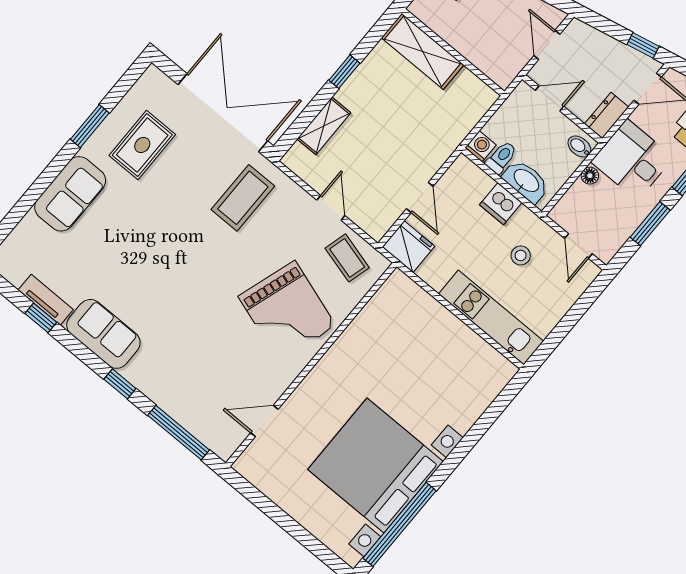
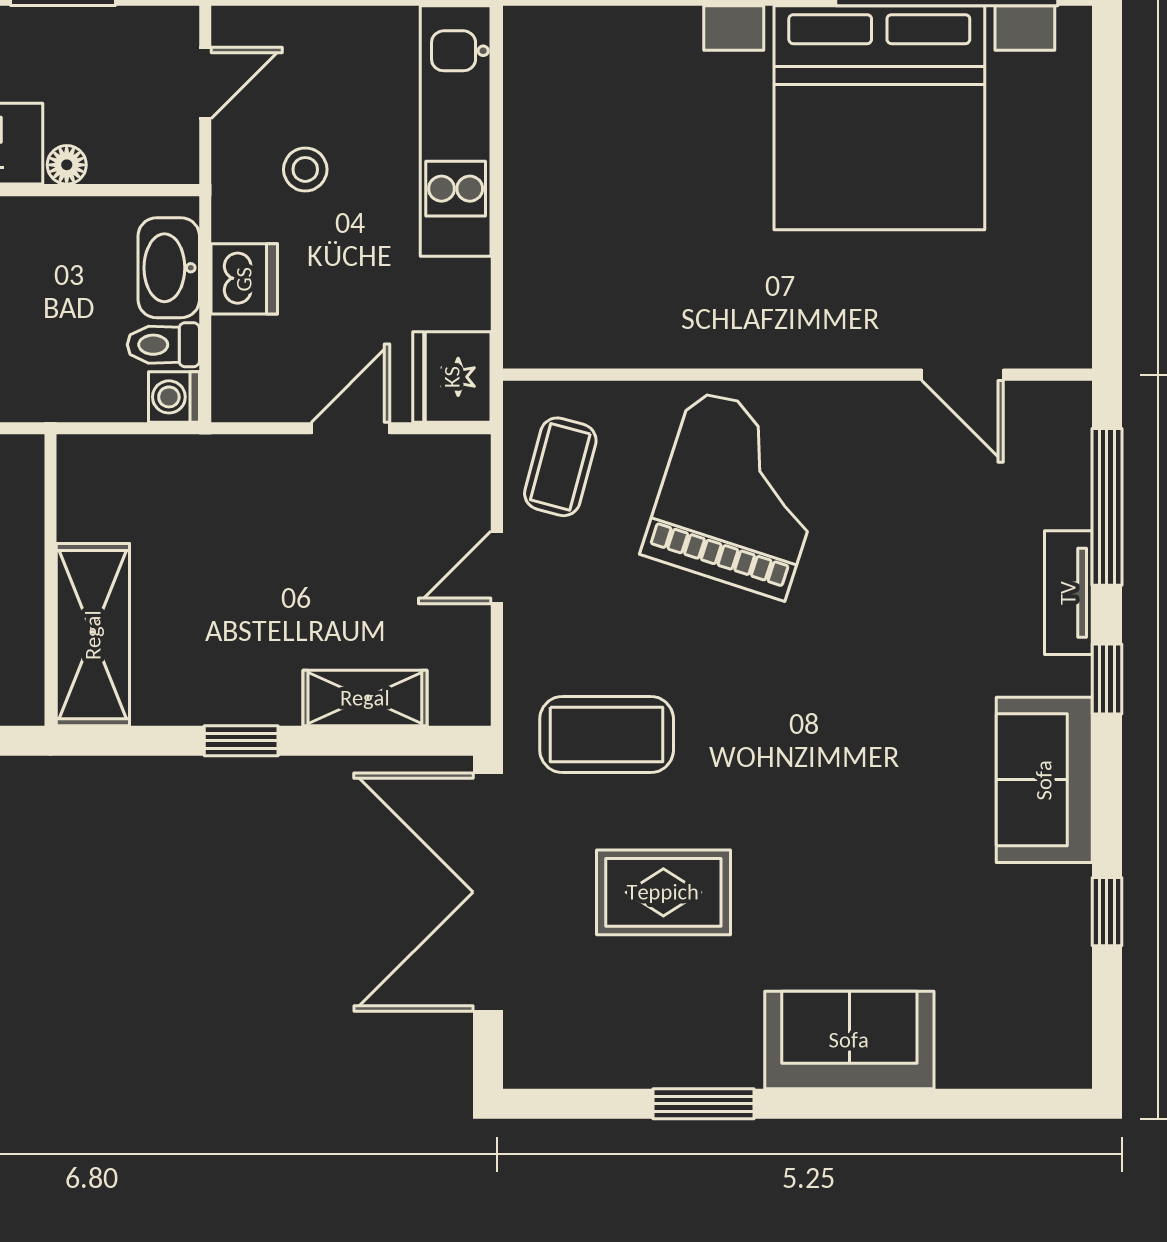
rug: (142, 145) -> (663, 892), moved
bidet: (579, 146) -> (31, 225), removed
tv unit: (46, 300) -> (1068, 593), moved

